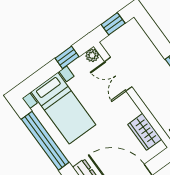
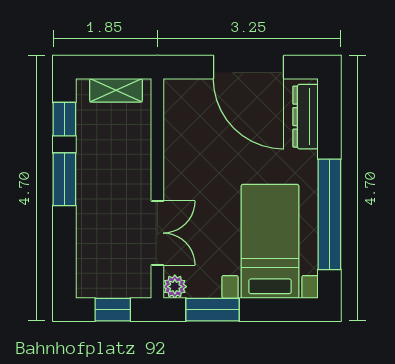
window: (67, 57) -> (212, 310), width x1.50
wardrobe: (145, 132) -> (179, 124), removed

